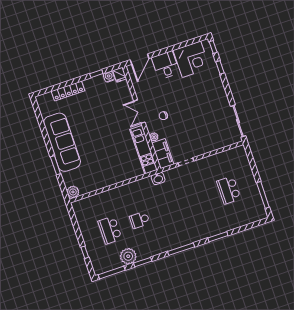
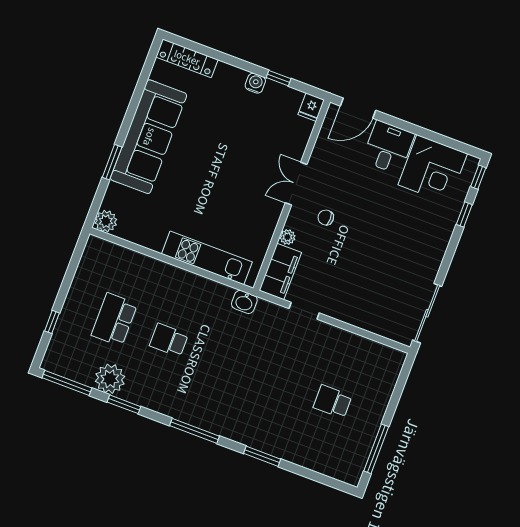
water cooler: (109, 77) -> (255, 83), moved
locker: (68, 91) -> (187, 58), moved
kitchen unit: (144, 150) -> (207, 258), moved, turned 90
school desk: (229, 190) -> (333, 402), width x0.54

